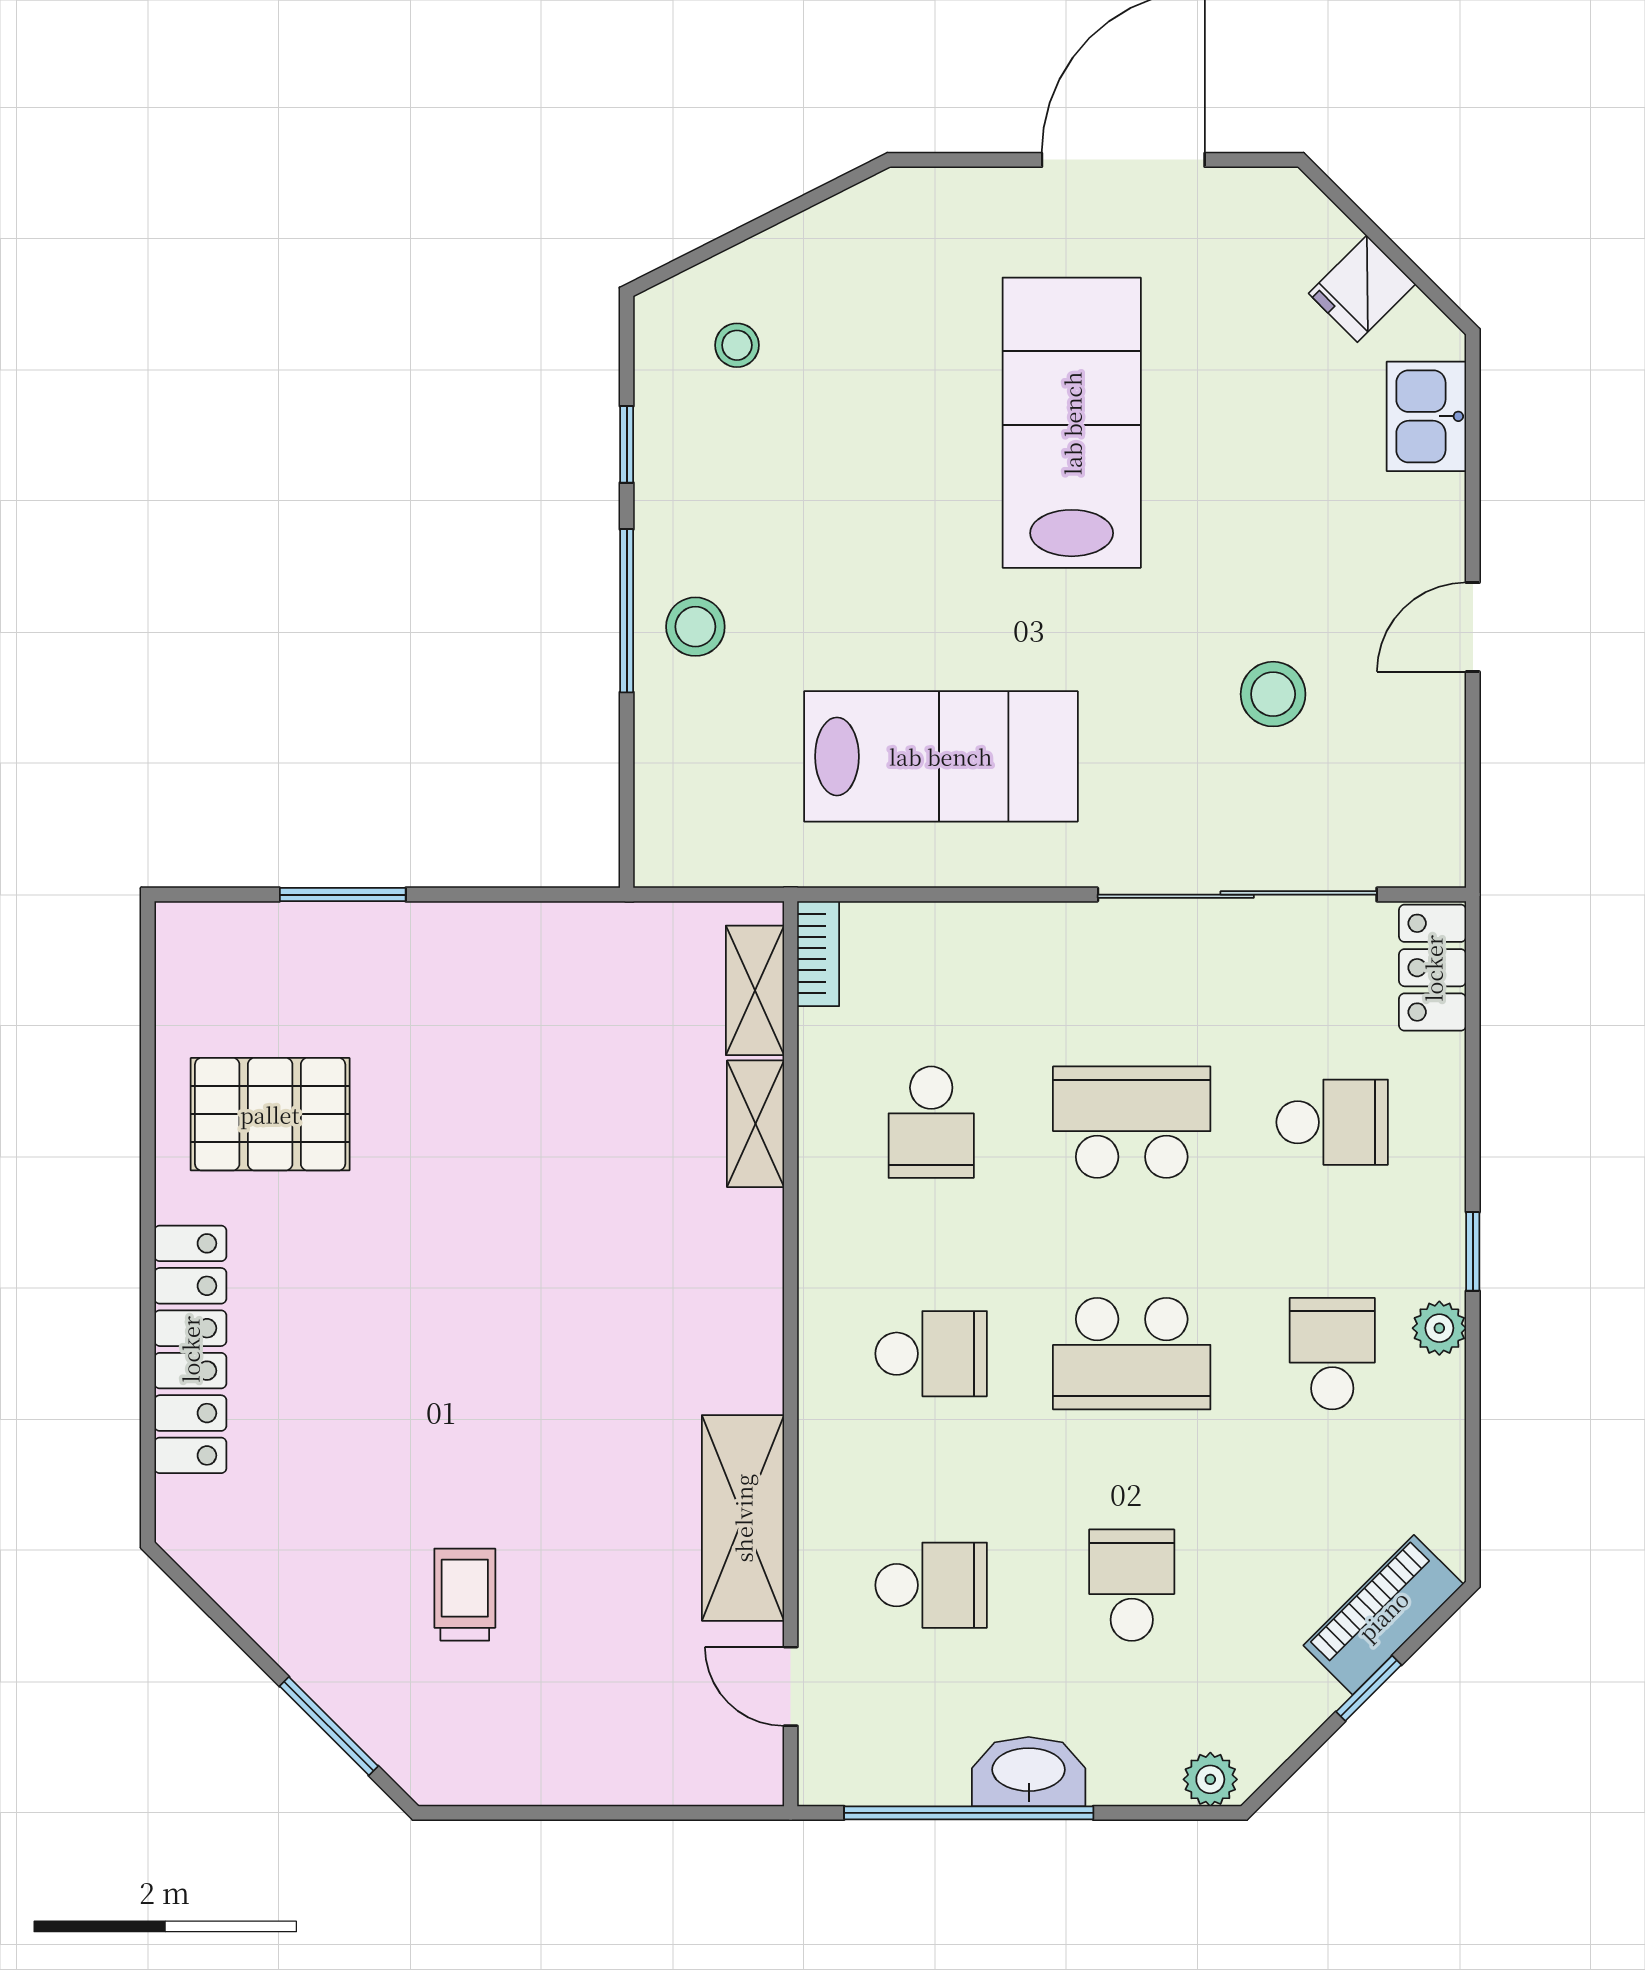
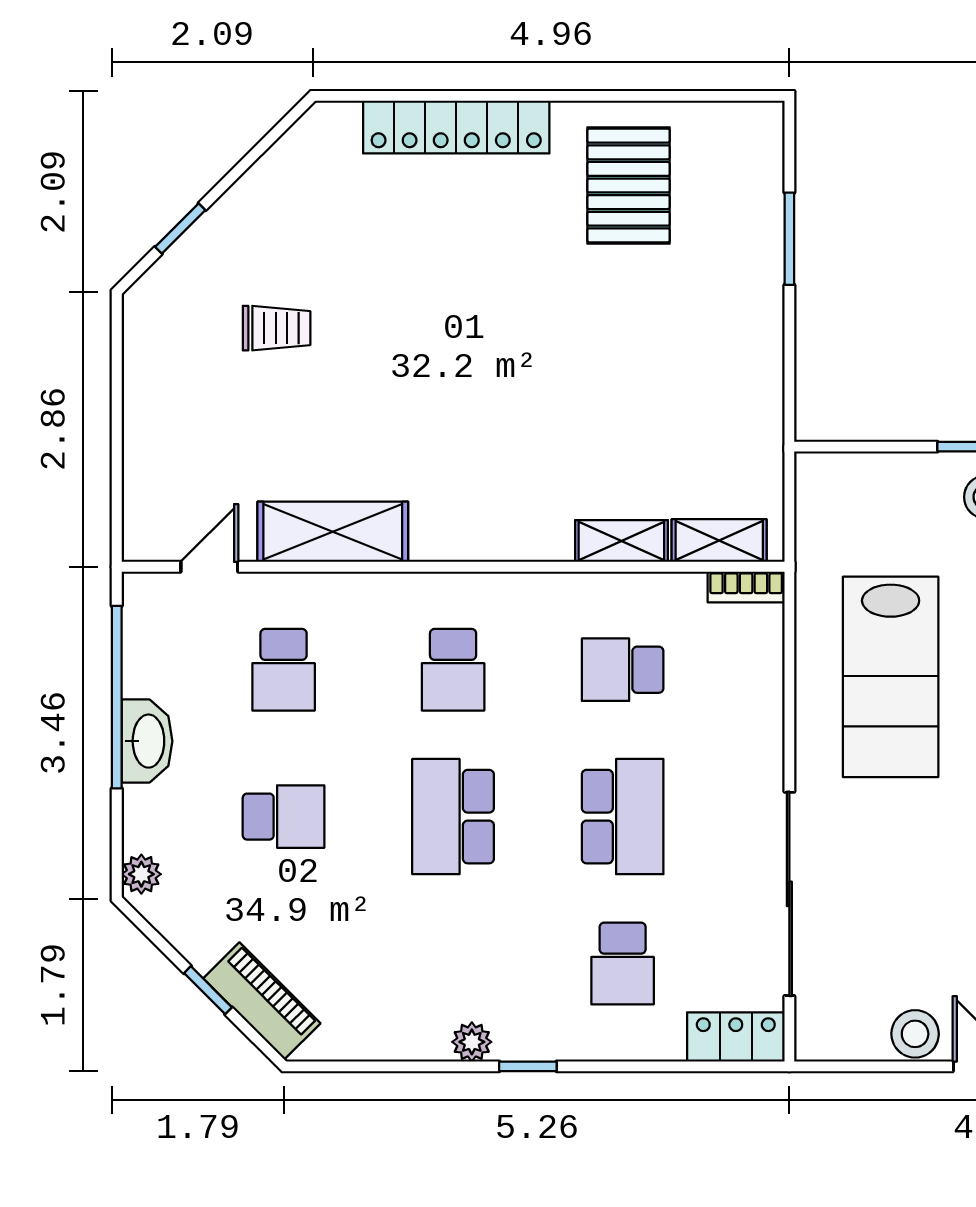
stool: (1273, 694) -> (915, 1034), moved
school desk: (1332, 1354) -> (453, 963), removed
window: (329, 1726) -> (180, 229), width x0.67

